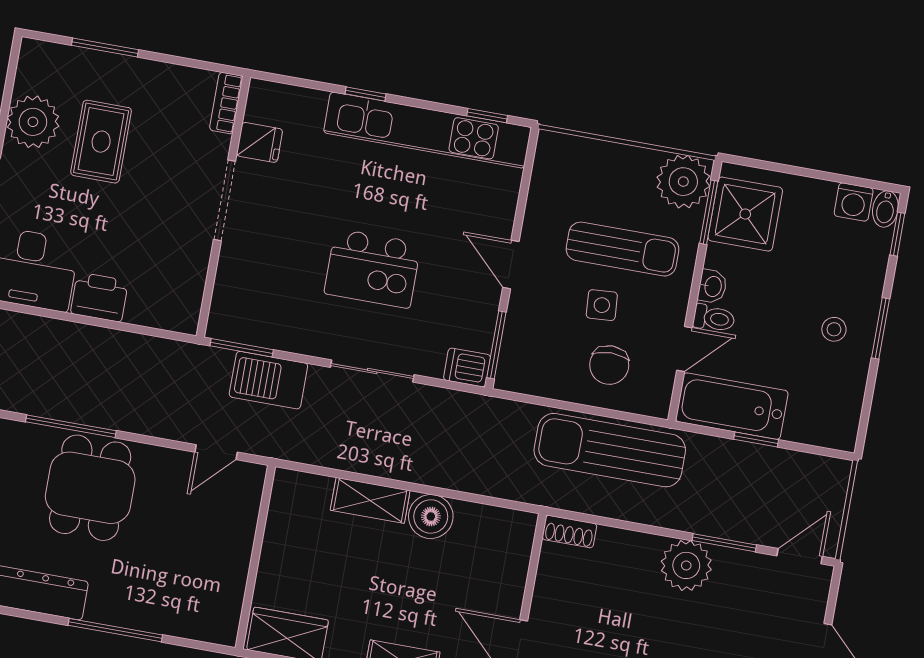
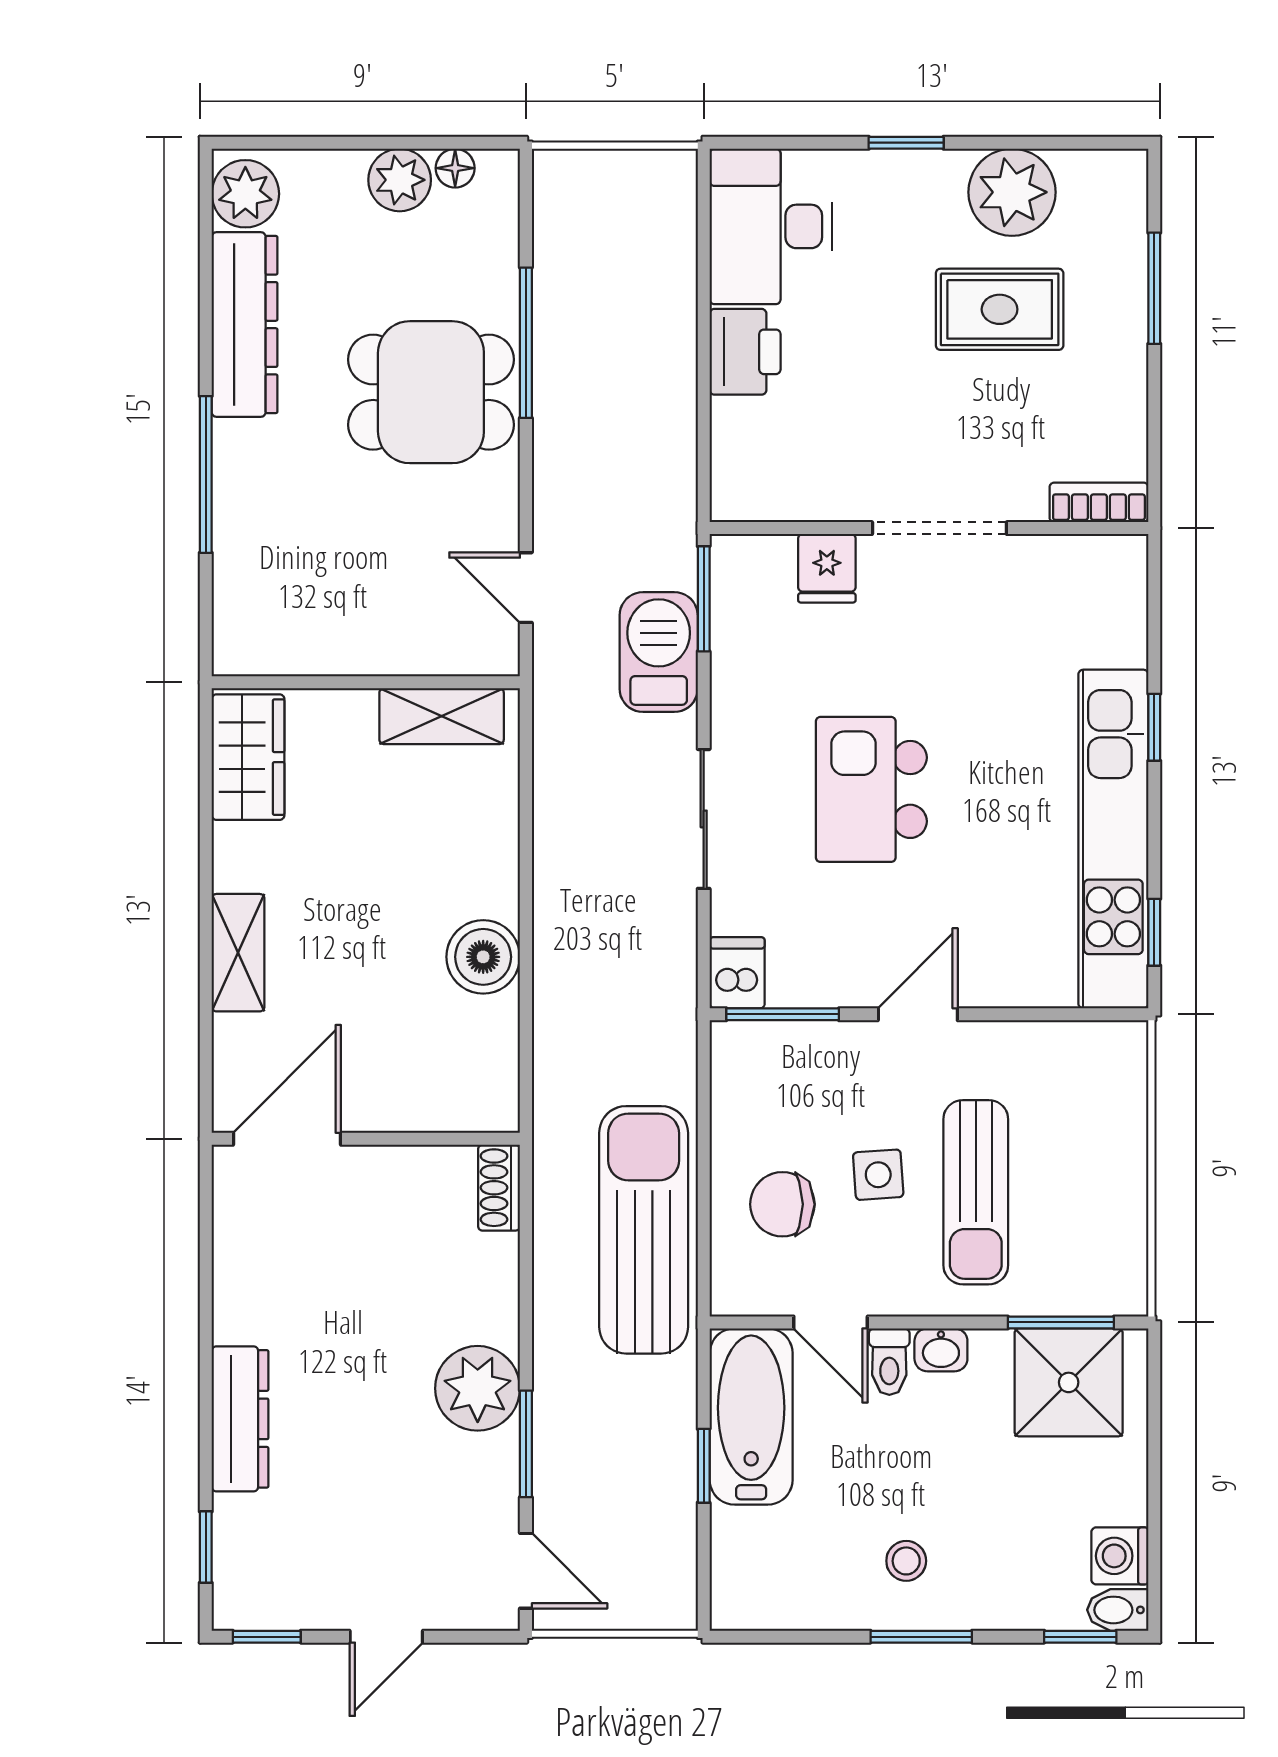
fridge: (260, 142) -> (827, 568), moved
plant: (683, 182) -> (1104, 1272), removed
shelving: (370, 500) -> (442, 716), moved, turned 90

